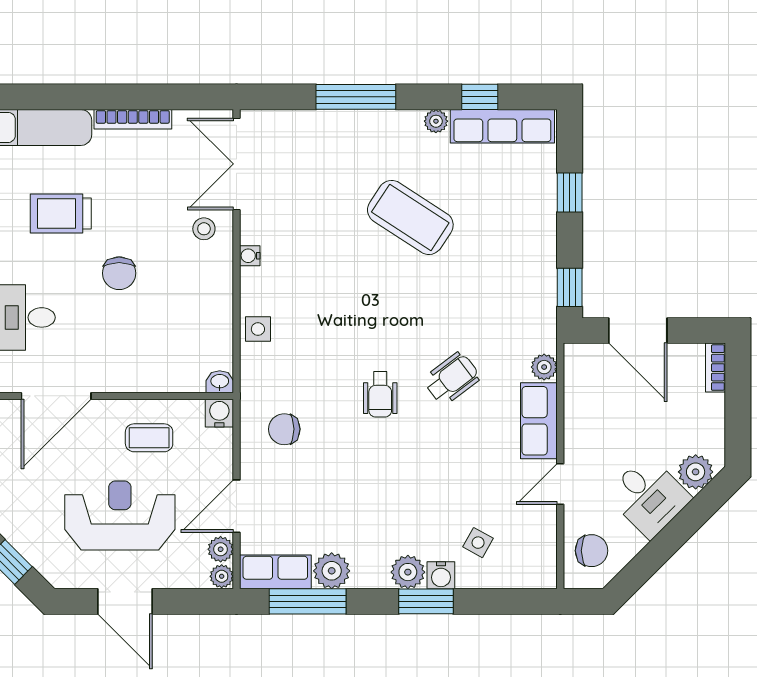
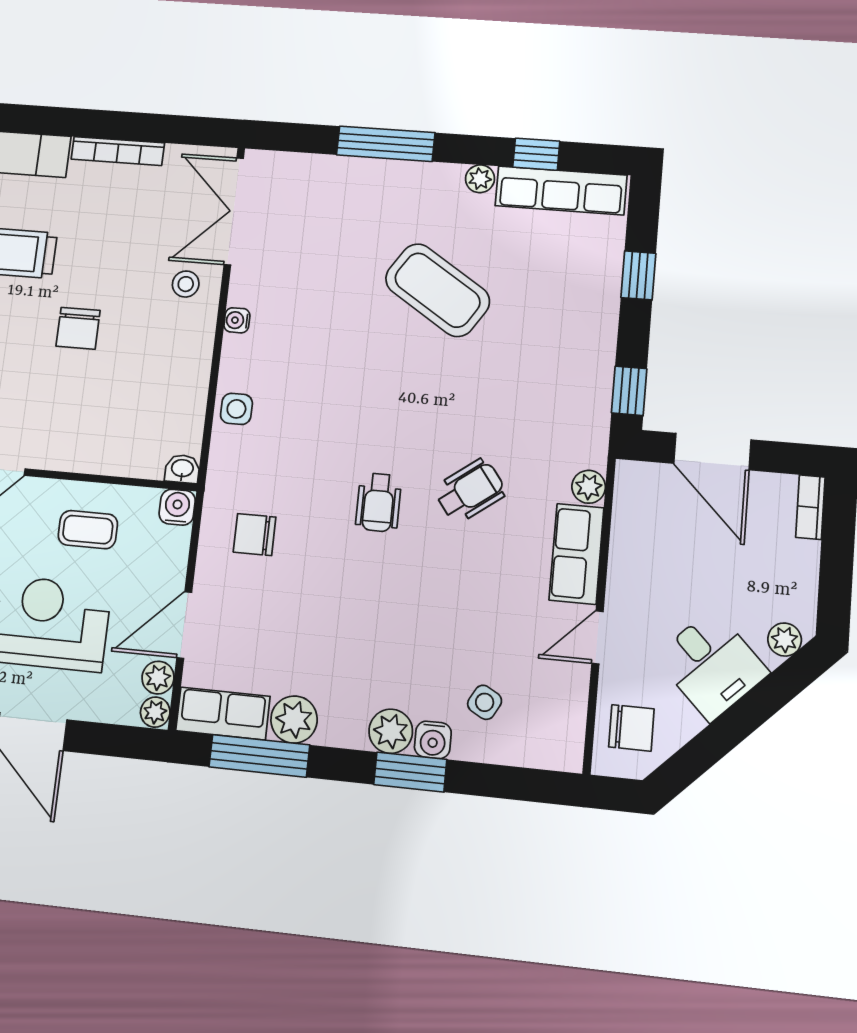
plant: (696, 472) -> (785, 640), width x0.73, depth x0.73

